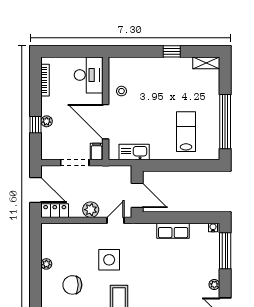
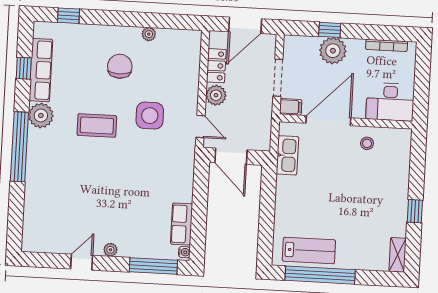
plant: (47, 121) -> (333, 51), width x1.87, depth x1.87
lab bench: (186, 132) -> (309, 251), moved
door: (137, 195) -> (231, 156), hinge flipped
locker: (55, 211) -> (216, 66), moved
row of seats: (173, 231) -> (182, 224), moved

